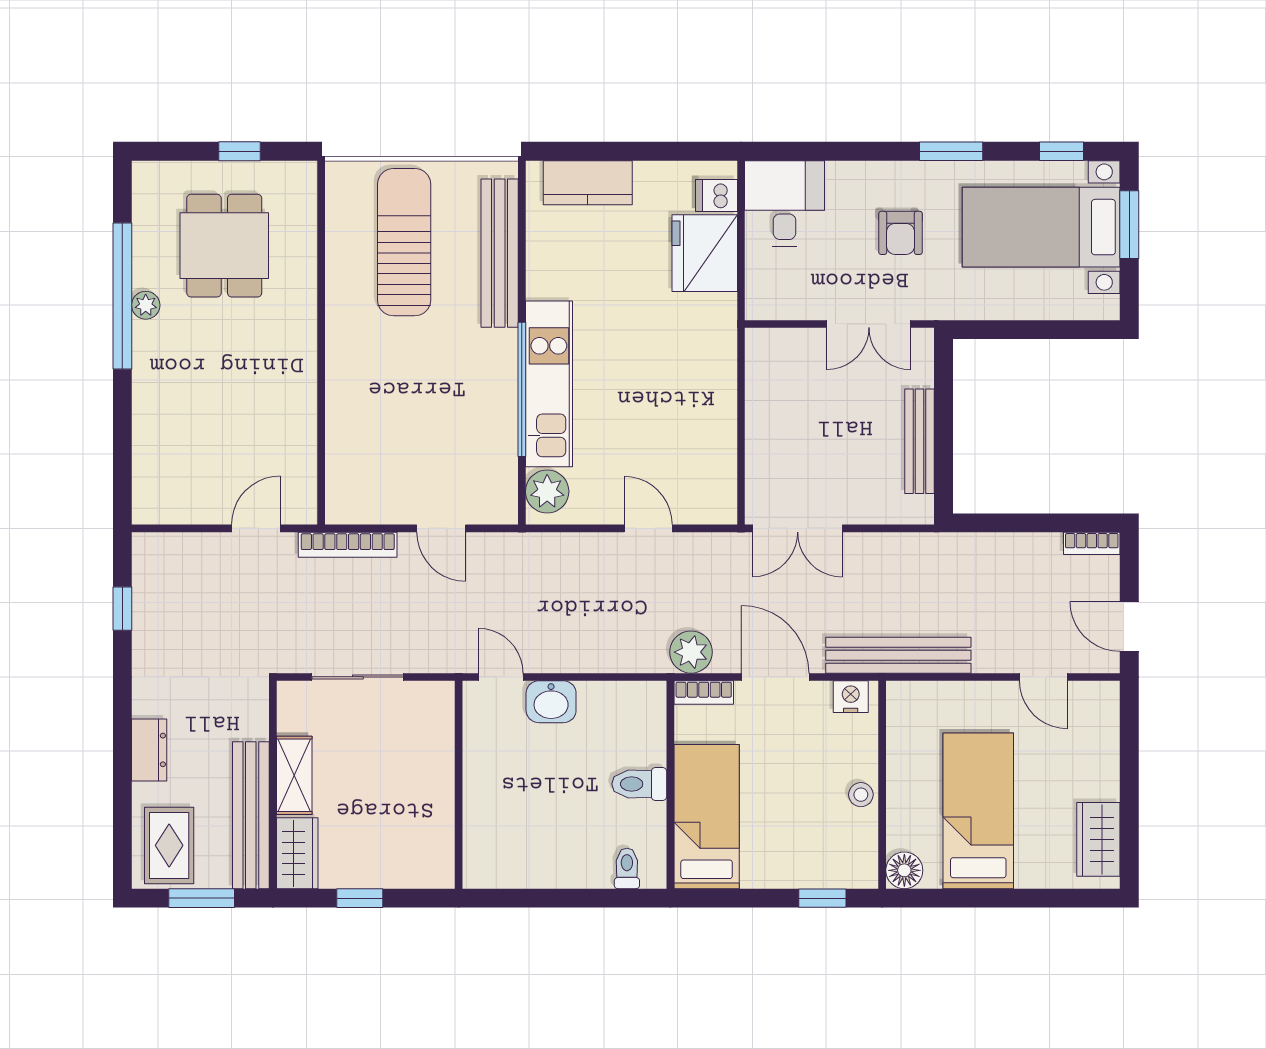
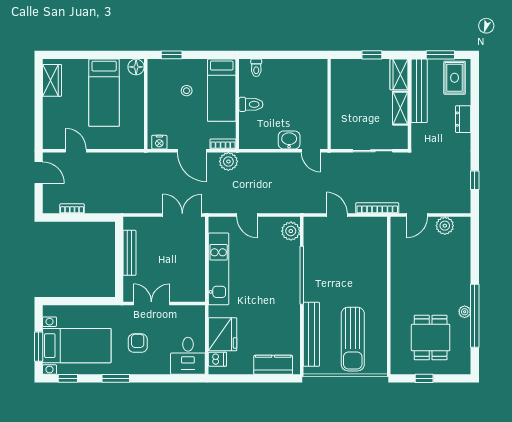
kitchen unit: (549, 384) -> (219, 269), moved, turned 180
plant: (192, 504) -> (445, 226), added
bookcase: (1092, 543) -> (72, 209), moved
bench: (898, 655) -> (139, 160), removed
stool: (861, 795) -> (187, 91), moved

